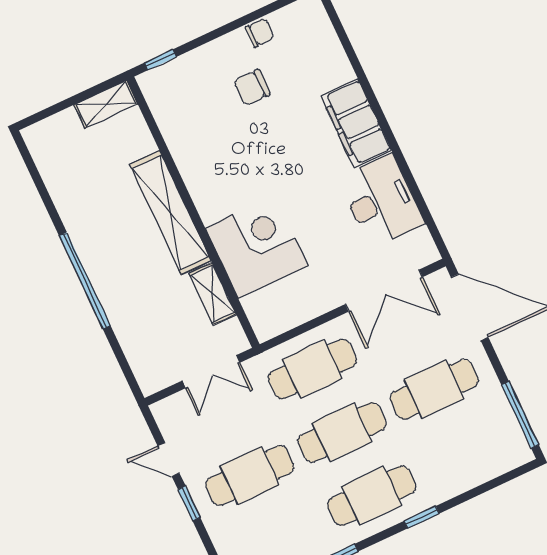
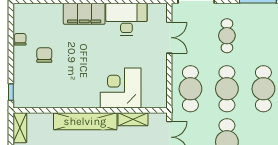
chair: (252, 87) -> (44, 55), turned 180
double door: (384, 291) -> (169, 38), width x0.73
cafe table: (434, 389) -> (227, 36), width x0.73, depth x0.74

